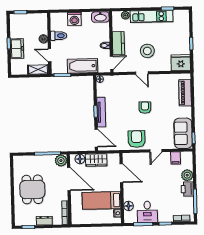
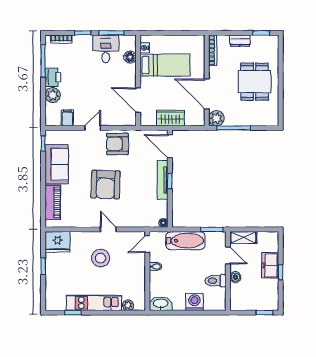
kitchen counter: (118, 43) -> (138, 269), removed
armchair: (145, 108) -> (106, 185), width x1.88, depth x1.88
sofa: (183, 133) -> (57, 164), moved
armchair: (137, 139) -> (117, 144), turned 90
floor lamp: (80, 159) -> (192, 120), removed

